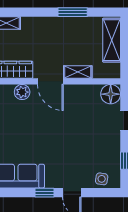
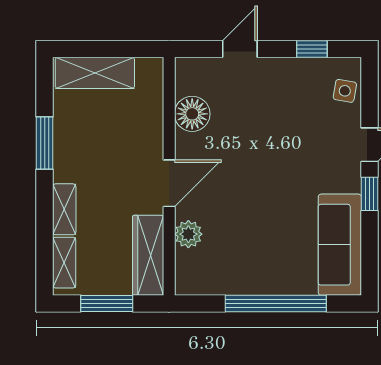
shelving: (78, 72) -> (64, 209), moved
floor lamp: (111, 94) -> (192, 114), moved

